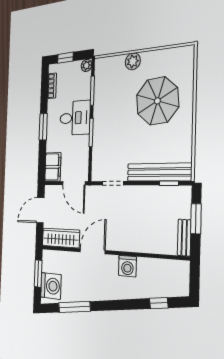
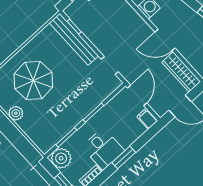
plant: (133, 61) -> (16, 113), moved
plant: (86, 65) -> (61, 158), width x1.87, depth x1.87
desk: (75, 118) -> (103, 149), moved, turned 180
filing cabinet: (53, 167) -> (147, 119), width x0.50

